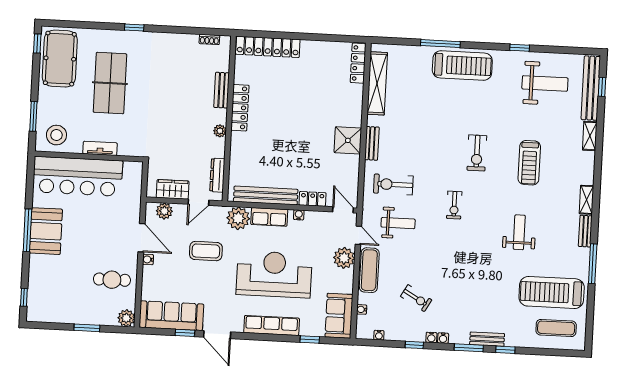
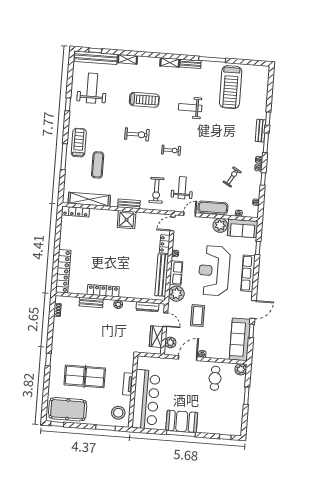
treadmill: (462, 66) -> (79, 143), width x0.73, depth x0.73
plant: (344, 258) -> (220, 225), moved
exercise mat: (556, 328) -> (98, 165), moved

